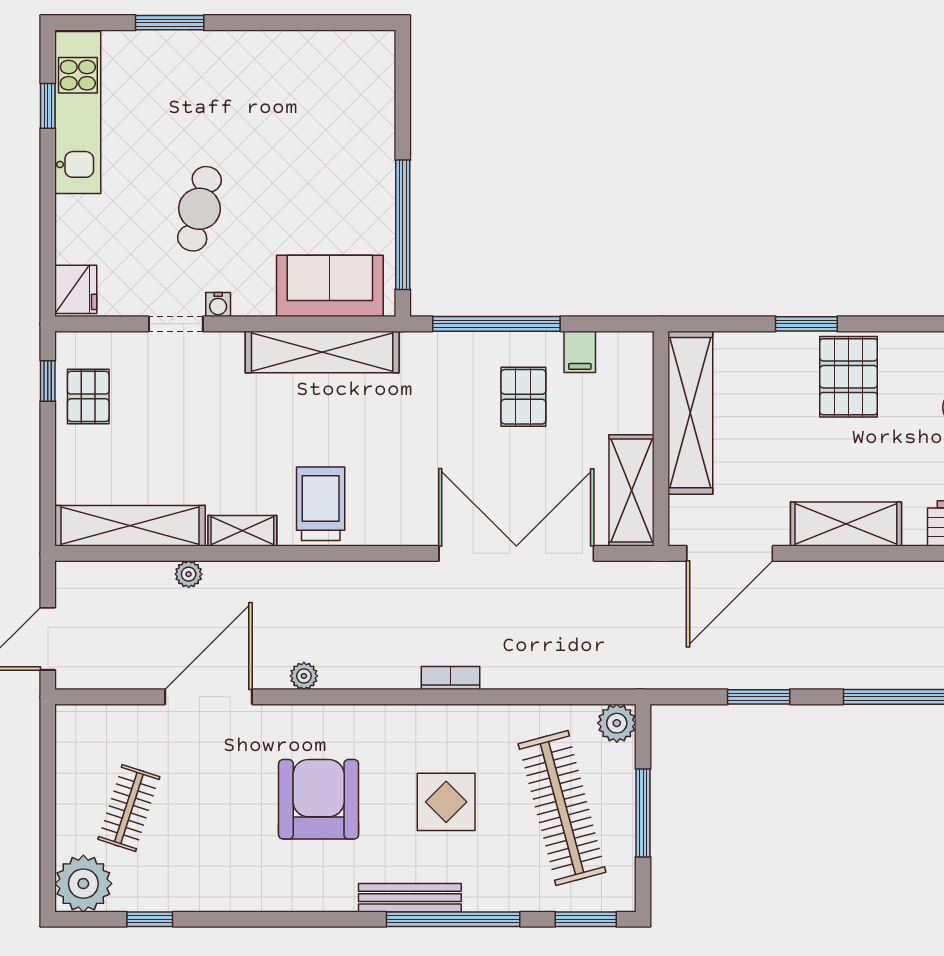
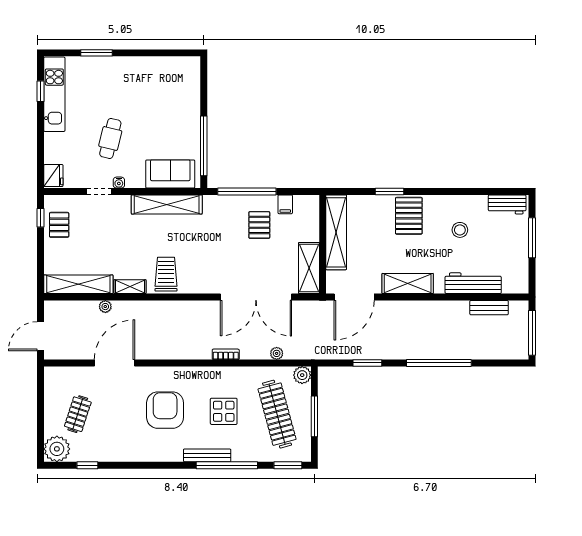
double door: (516, 553) -> (256, 297), swing flipped
plant: (304, 676) -> (277, 353), moved

